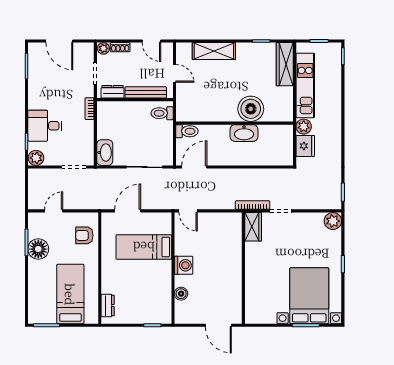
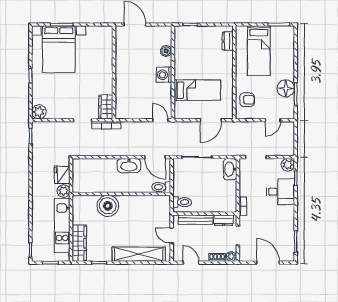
shelving: (214, 51) -> (139, 254), width x1.47
washbasin: (244, 133) -> (129, 165), moved, turned 180
door: (194, 167) -> (155, 157), hinge flipped

